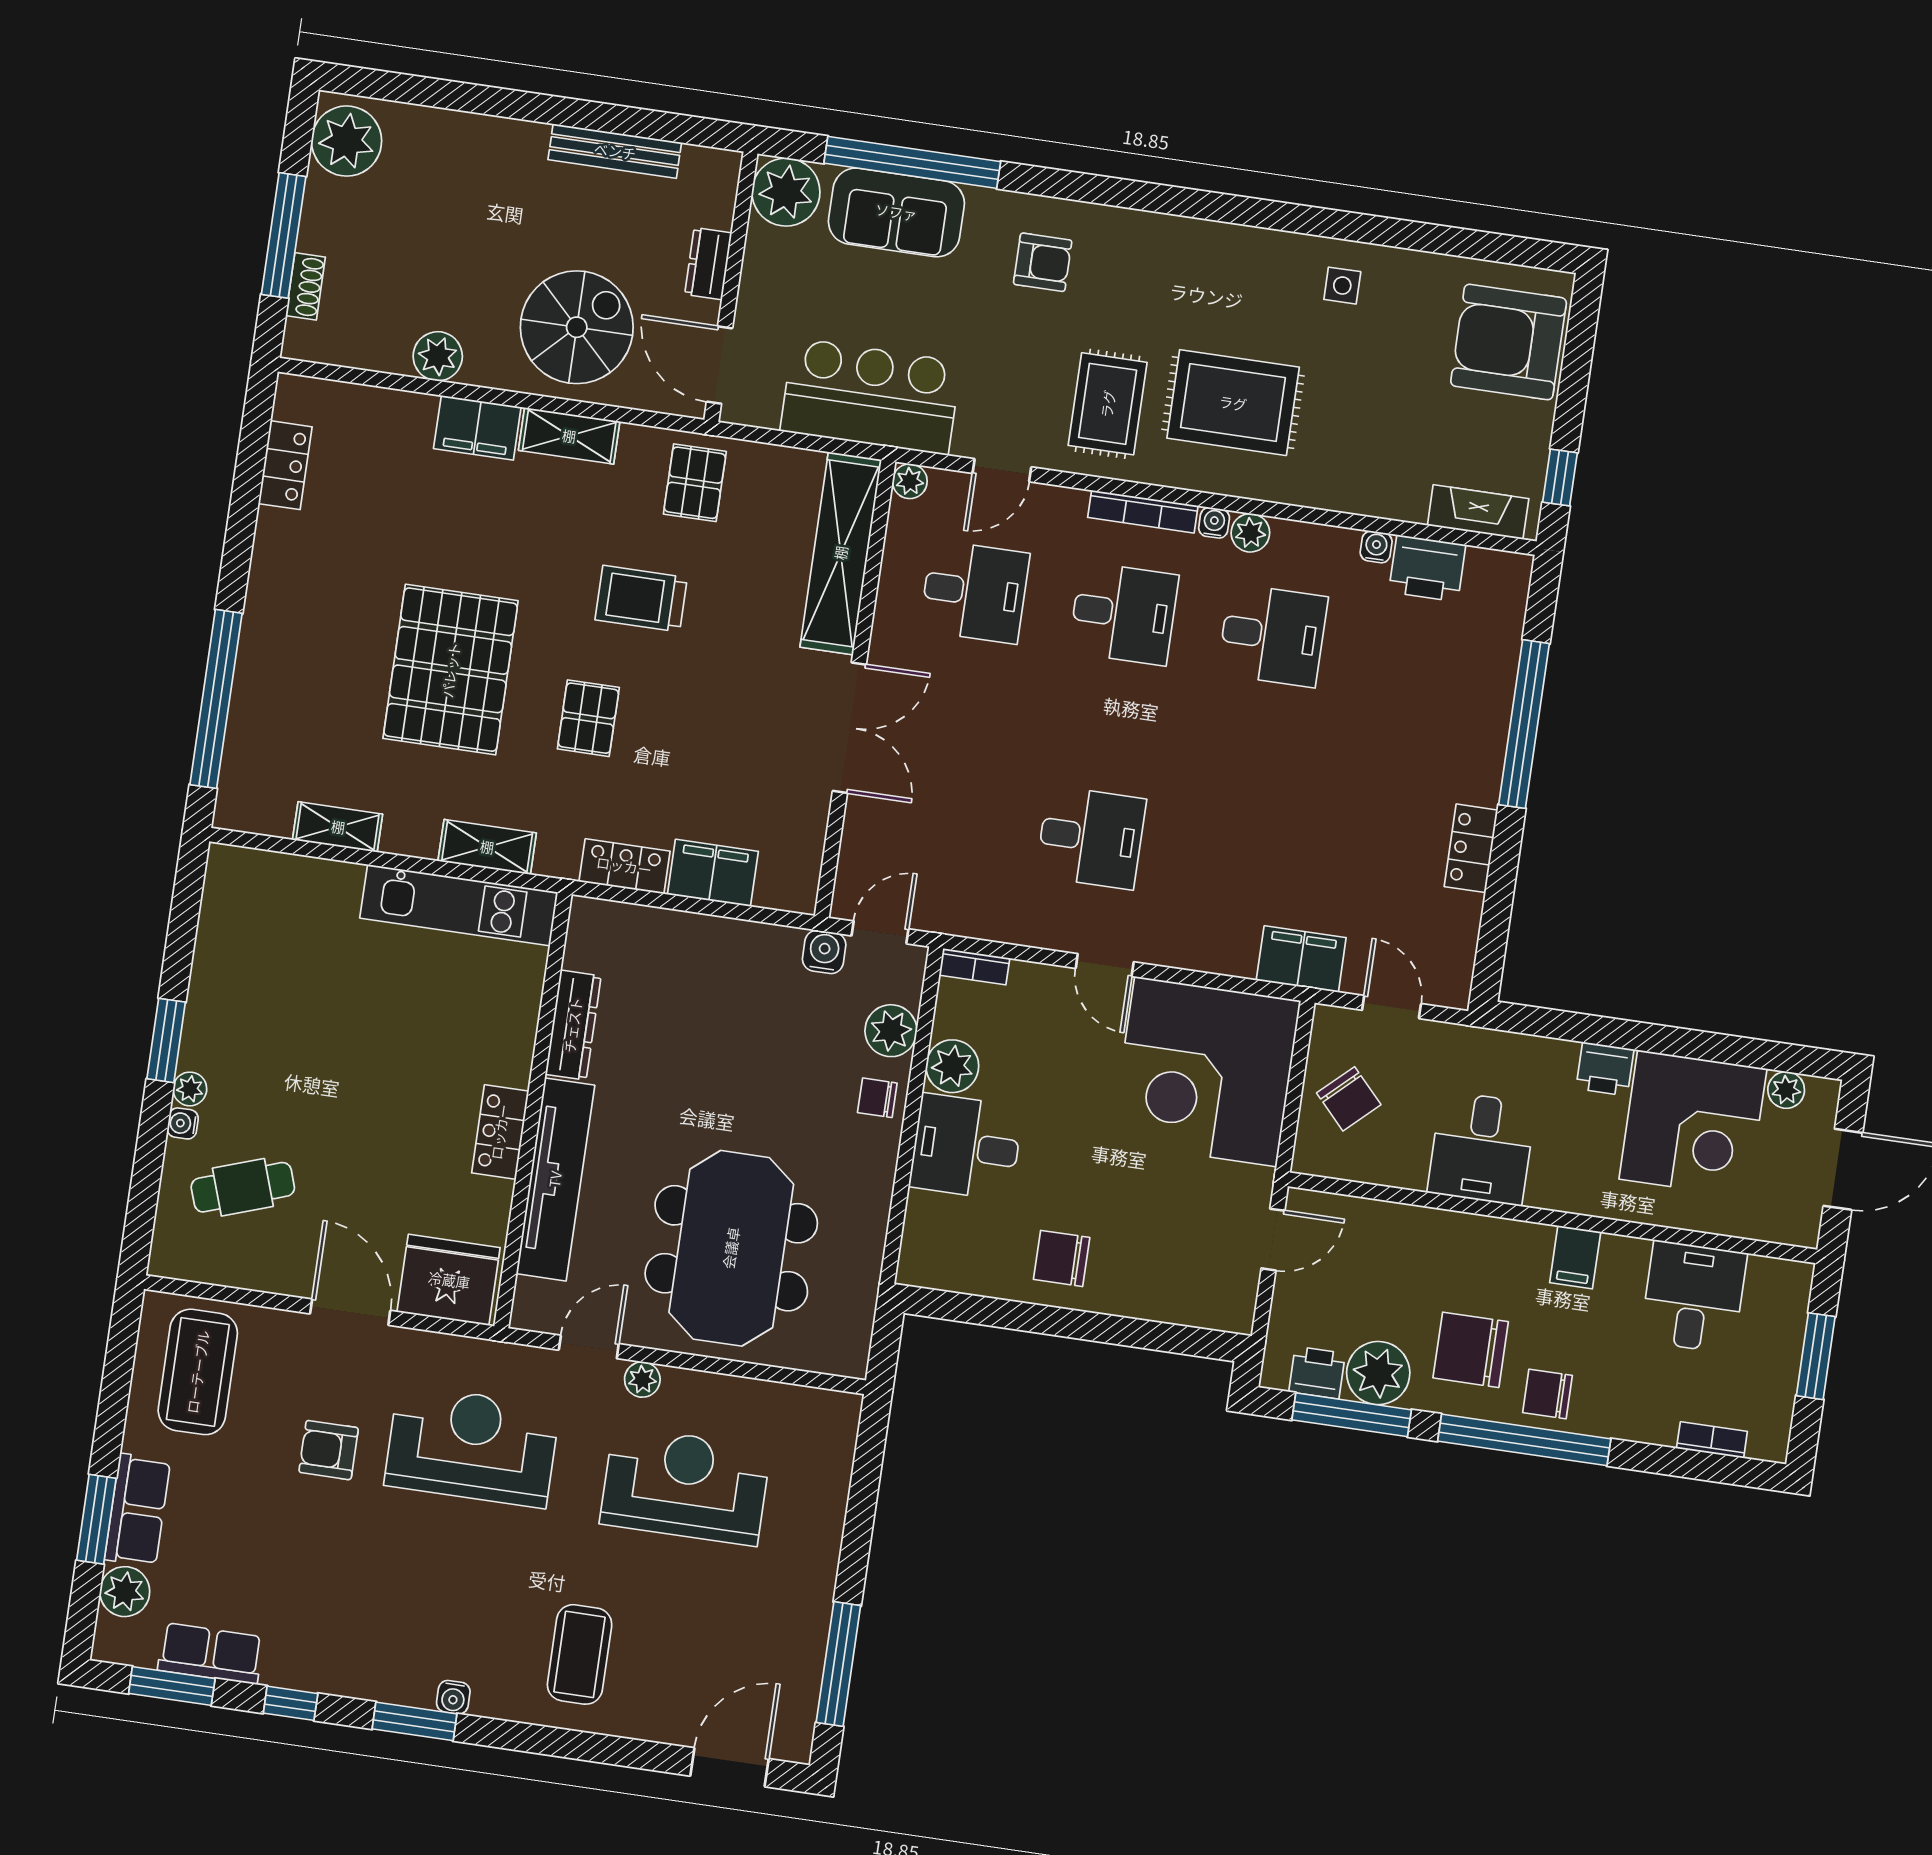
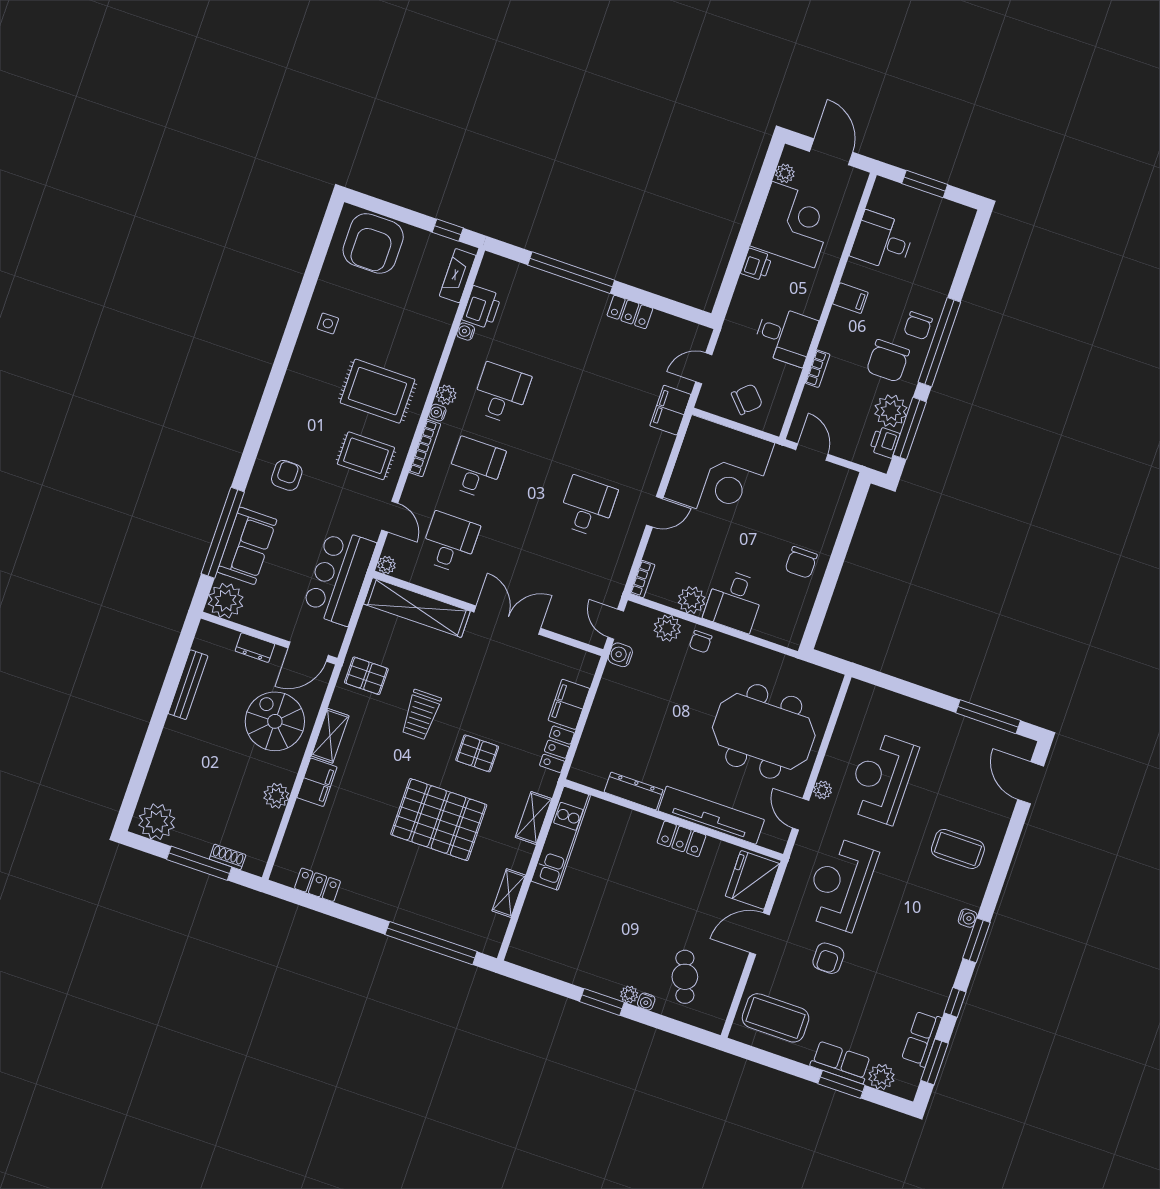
rug: (1233, 403) -> (377, 391), turned 90
bookcase: (1712, 1440) -> (818, 369), moved, turned 180

